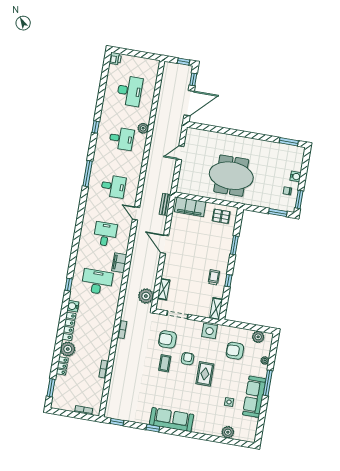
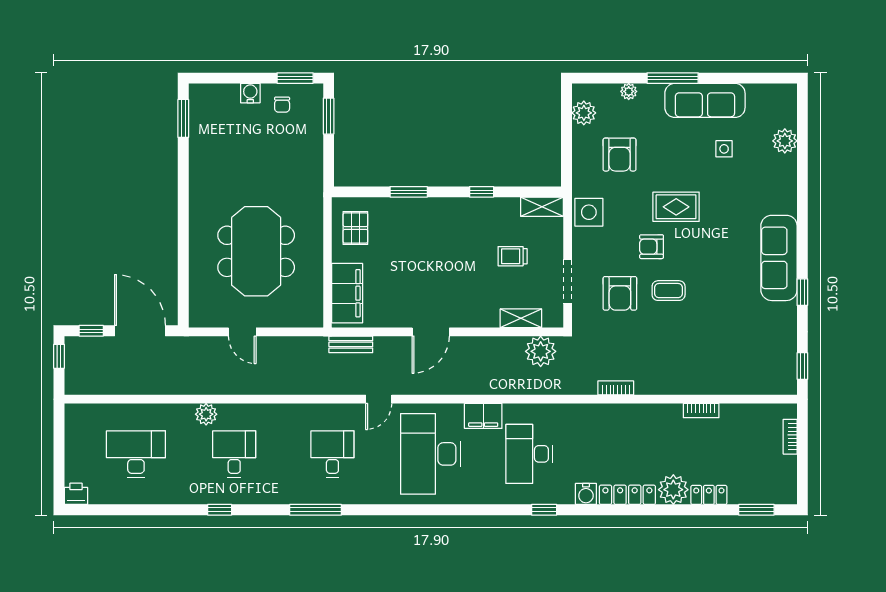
meeting table: (231, 176) -> (256, 251), moved
desk: (105, 234) -> (431, 454), width x1.87, depth x1.30
trolley: (214, 277) -> (513, 256), moved

